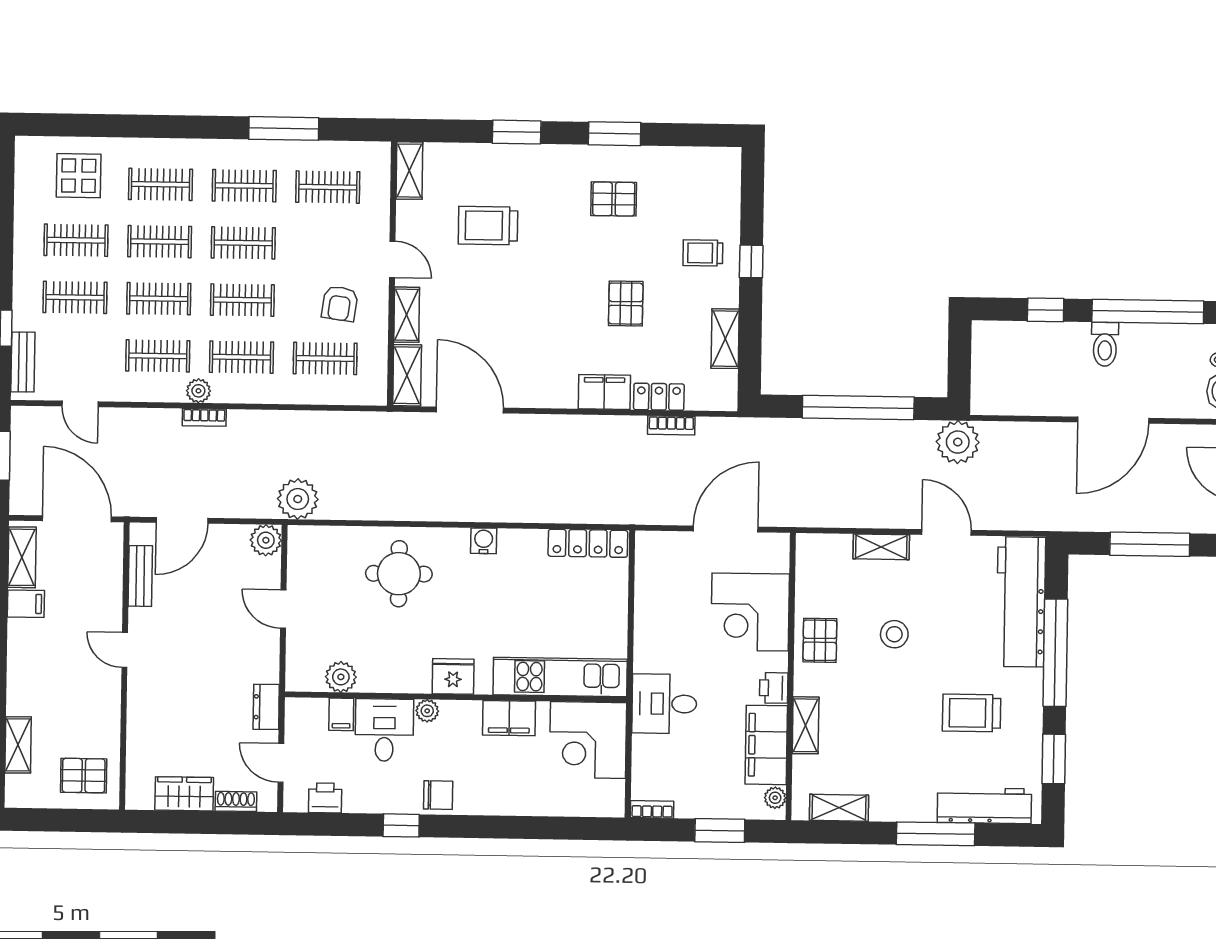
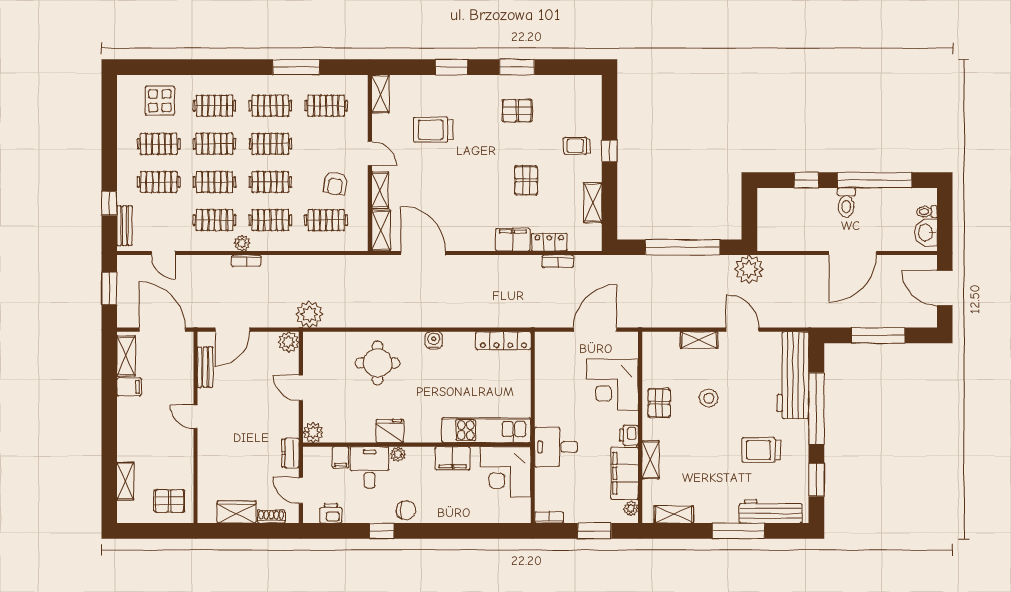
fridge: (453, 676) -> (390, 431), moved
plant: (341, 677) -> (313, 432), moved

